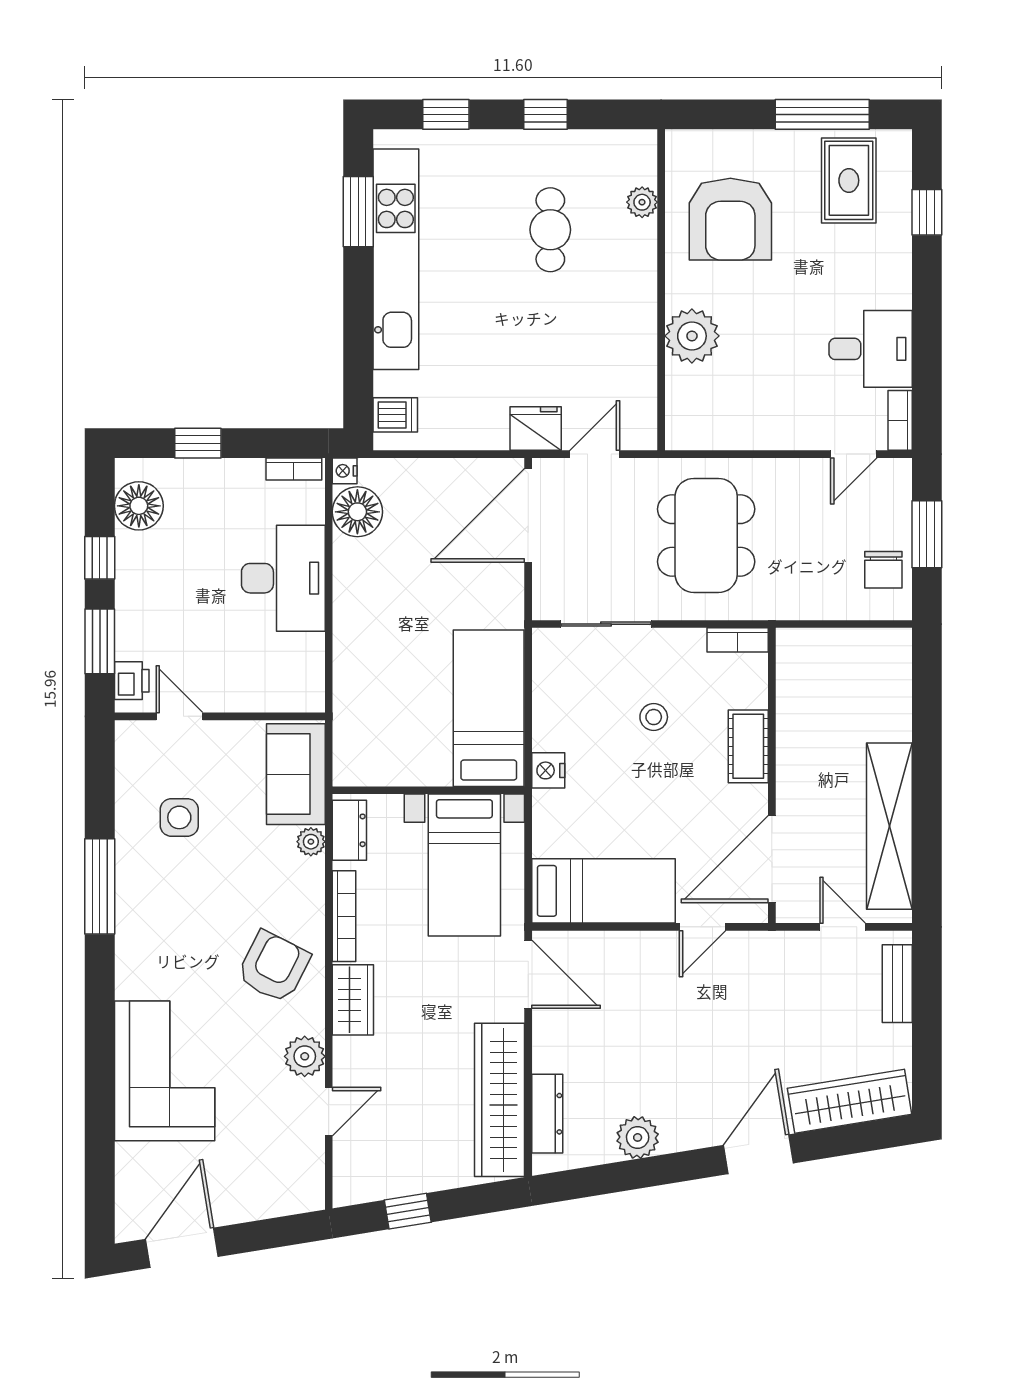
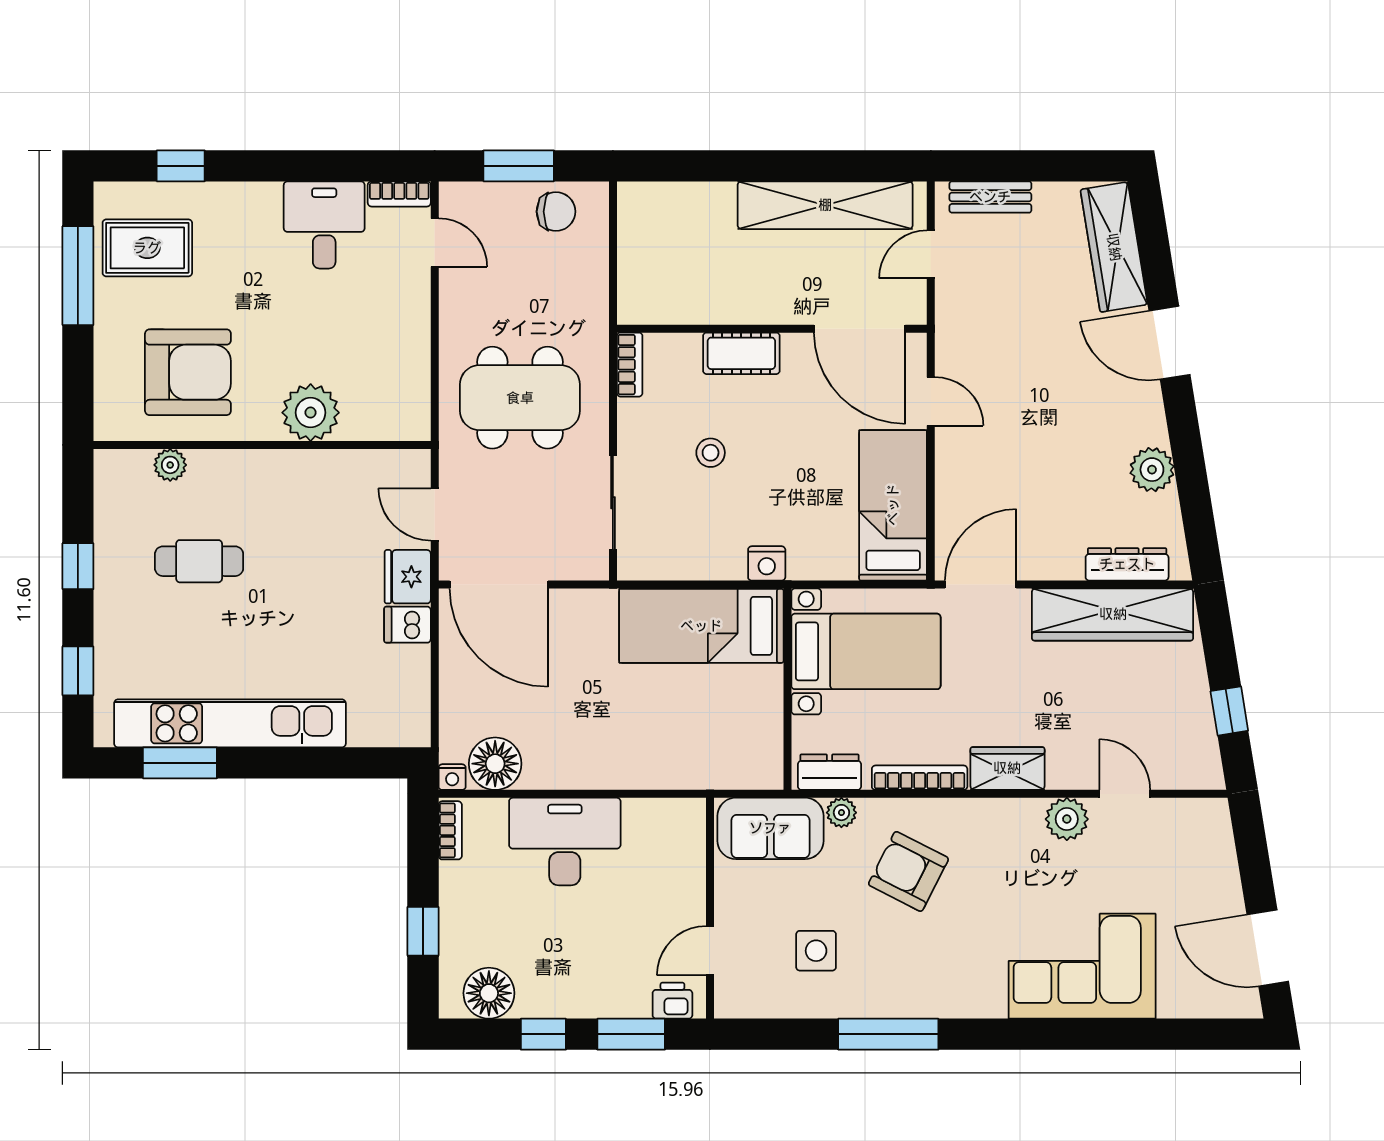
dishwasher: (395, 415) -> (407, 625), moved, turned -90
armchair: (274, 967) -> (908, 871), moved

